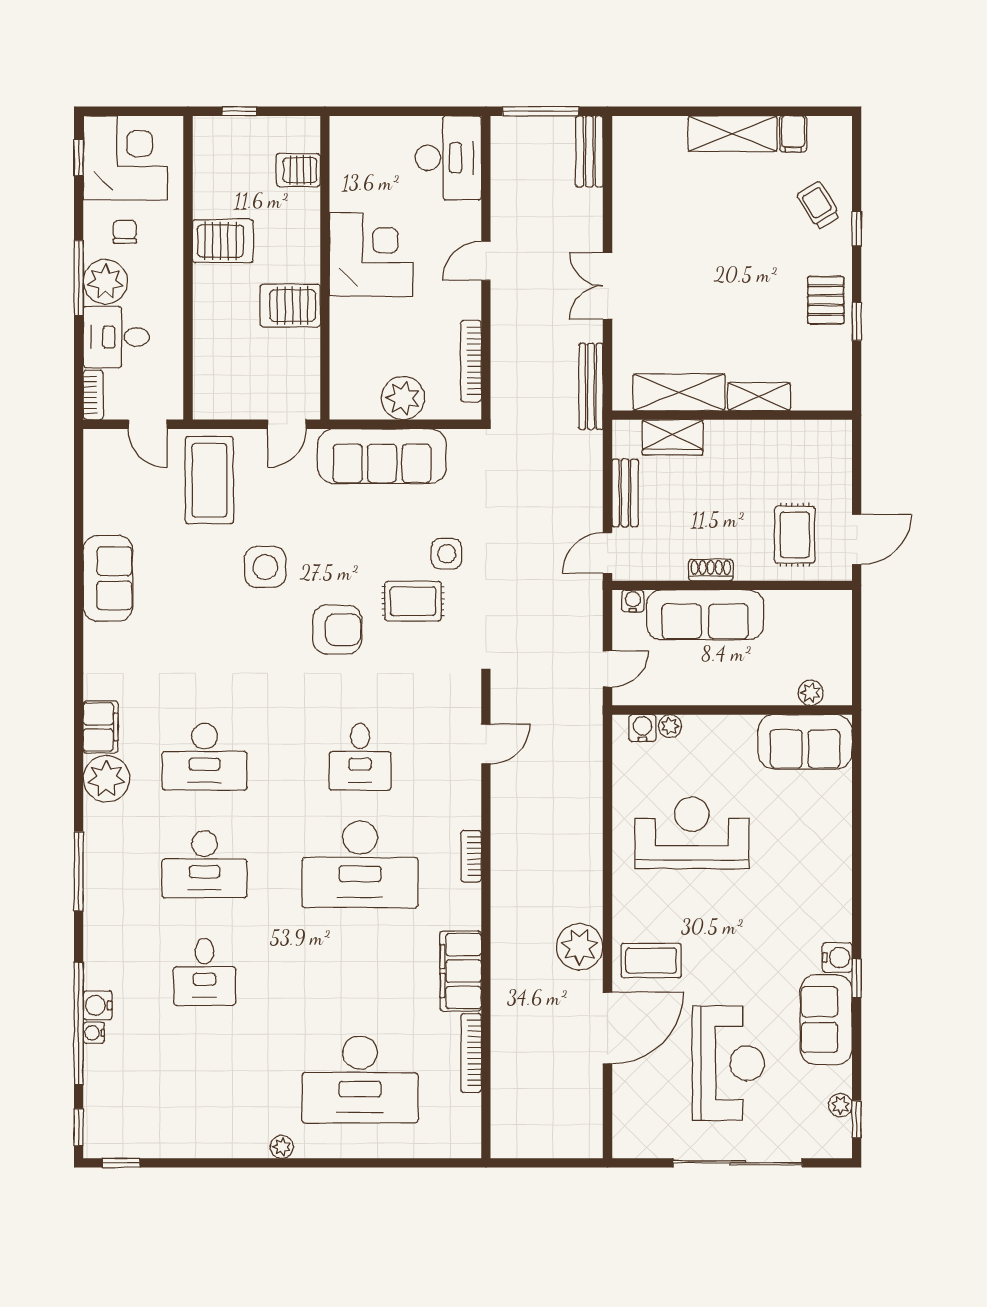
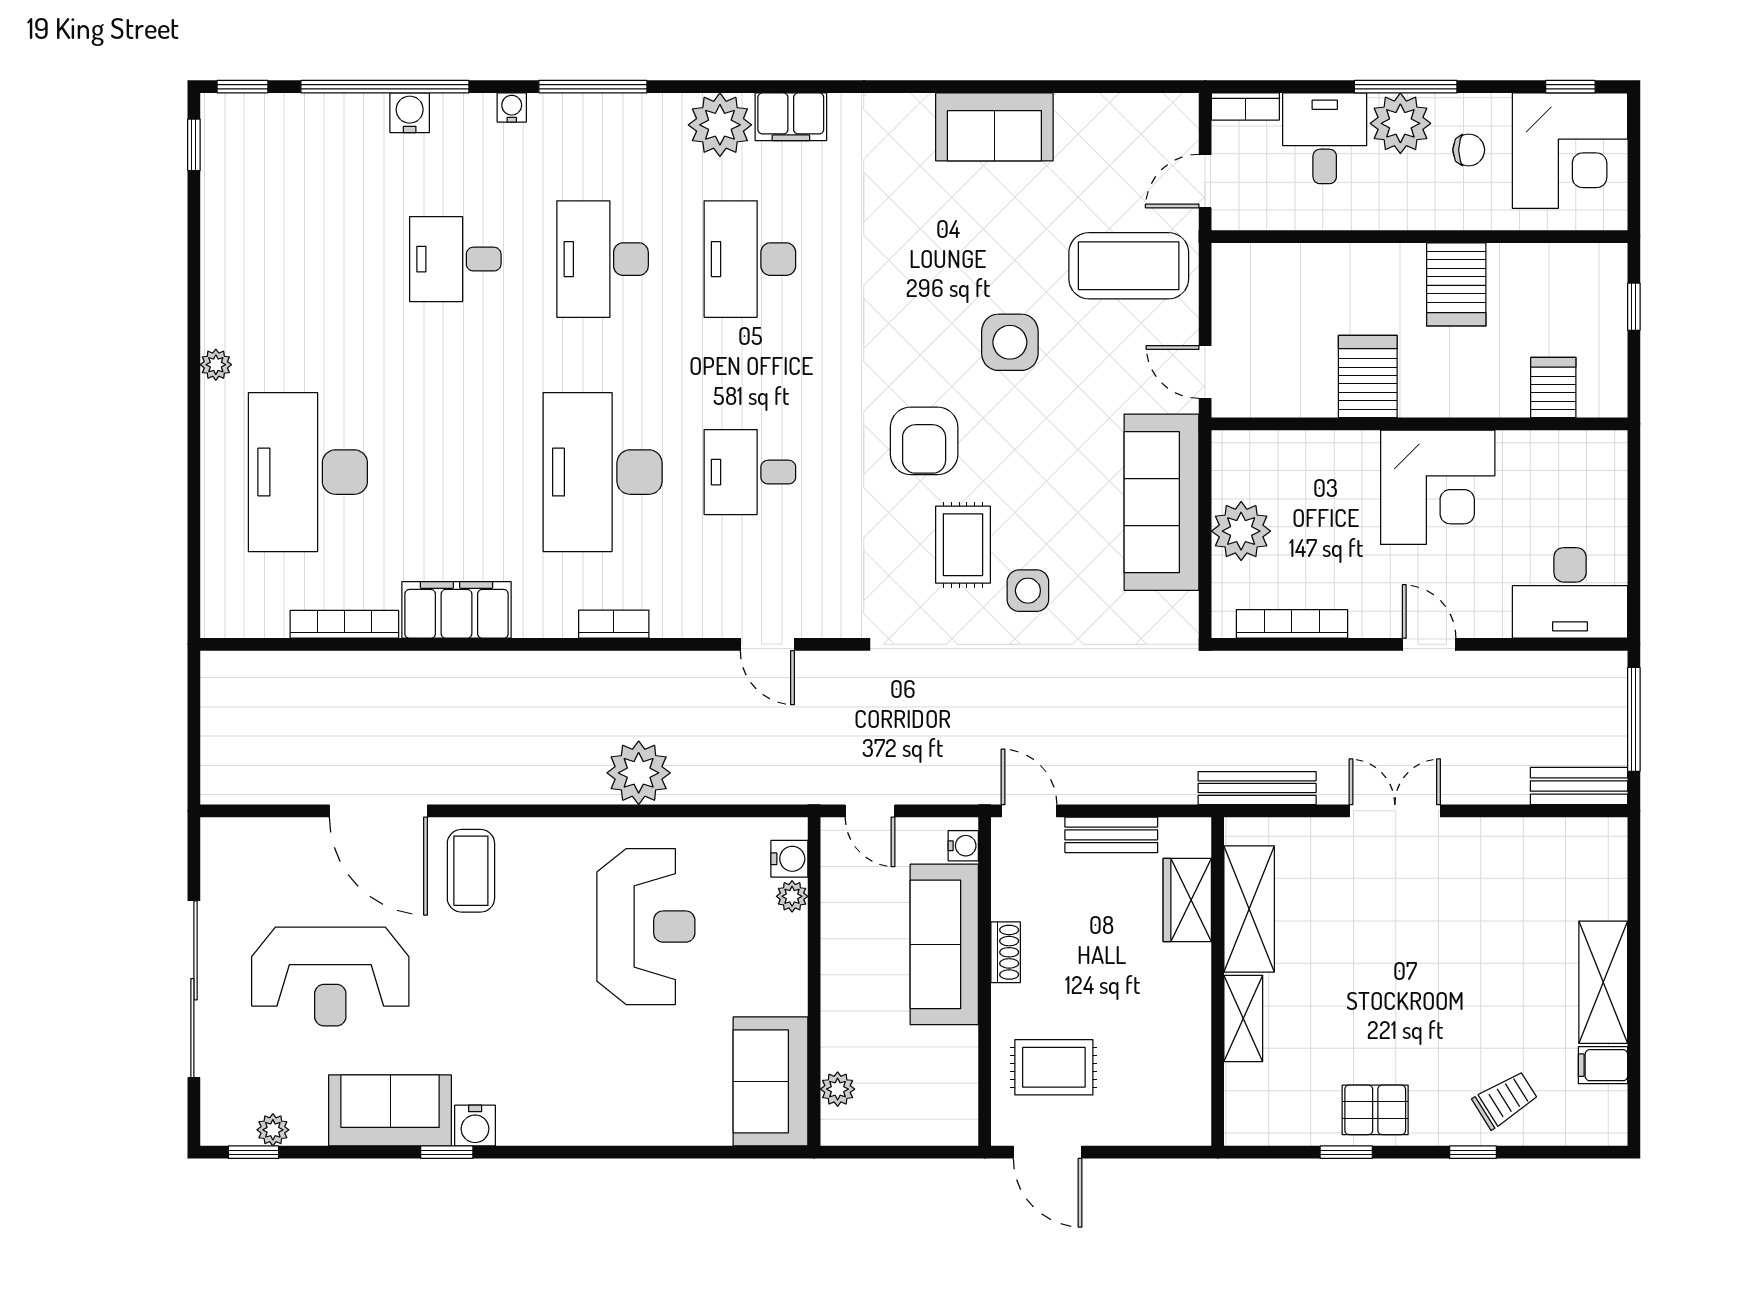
plant: (580, 947) -> (639, 773), moved
water cooler: (94, 1033) -> (512, 107), moved

